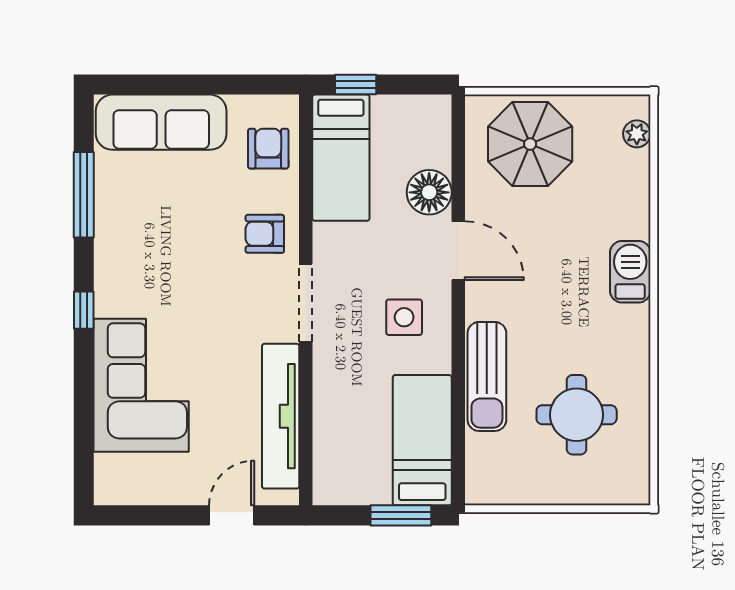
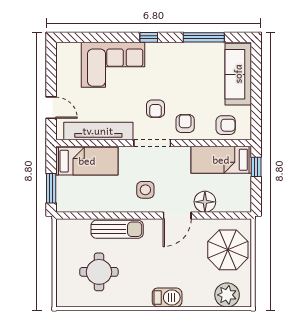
plant: (637, 134) -> (227, 295), width x1.88, depth x1.88
armchair: (234, 296) -> (156, 109), added
sun lounger: (487, 376) -> (117, 229), turned 180
bed: (422, 440) -> (87, 161), moved

